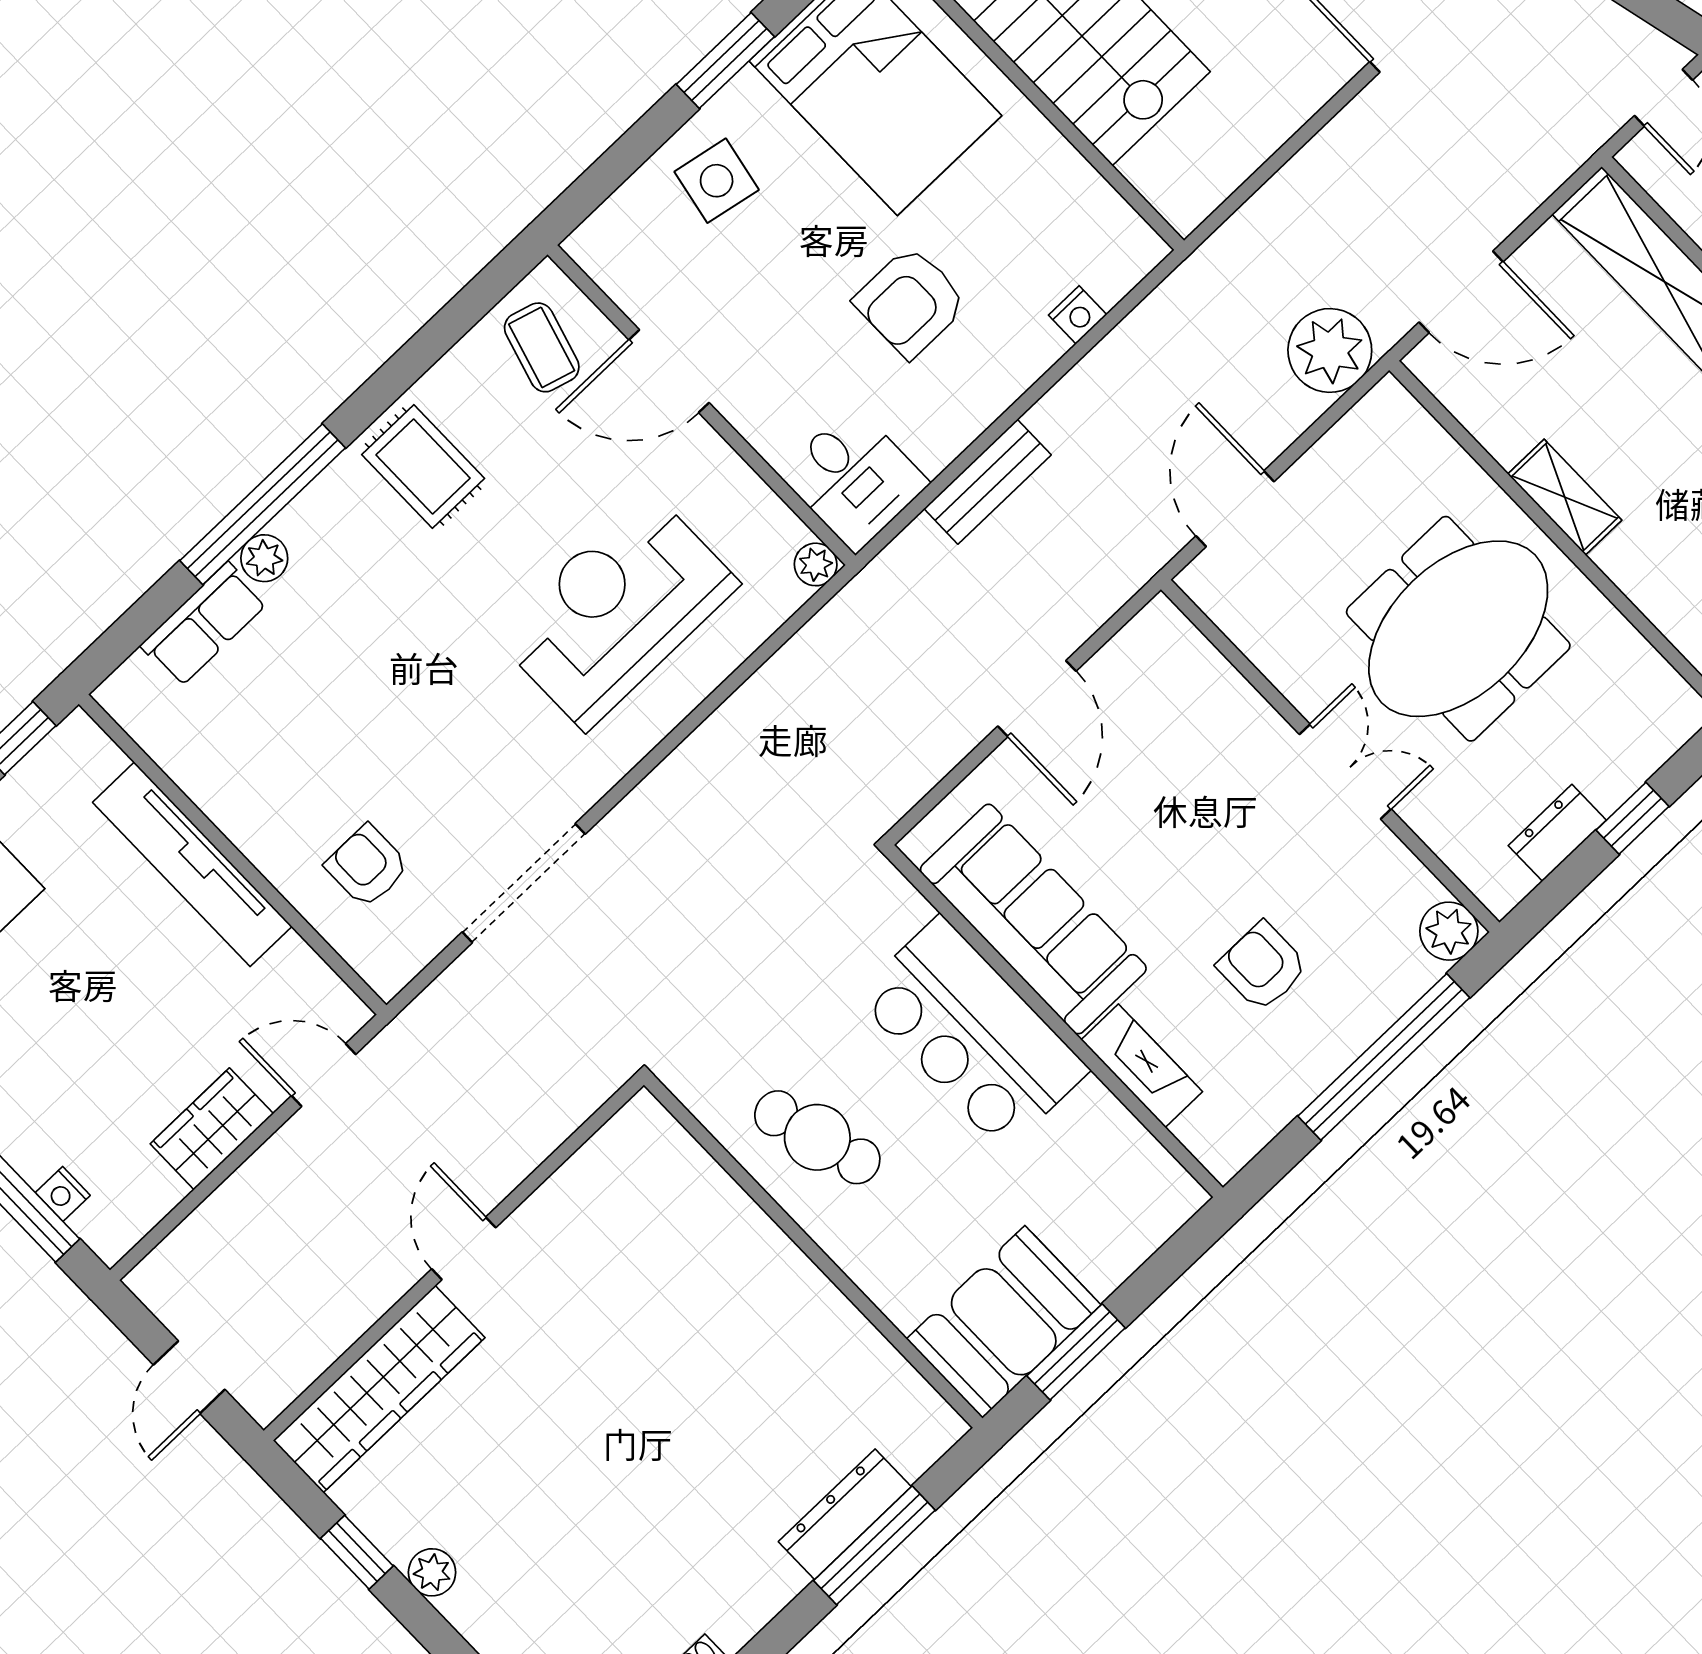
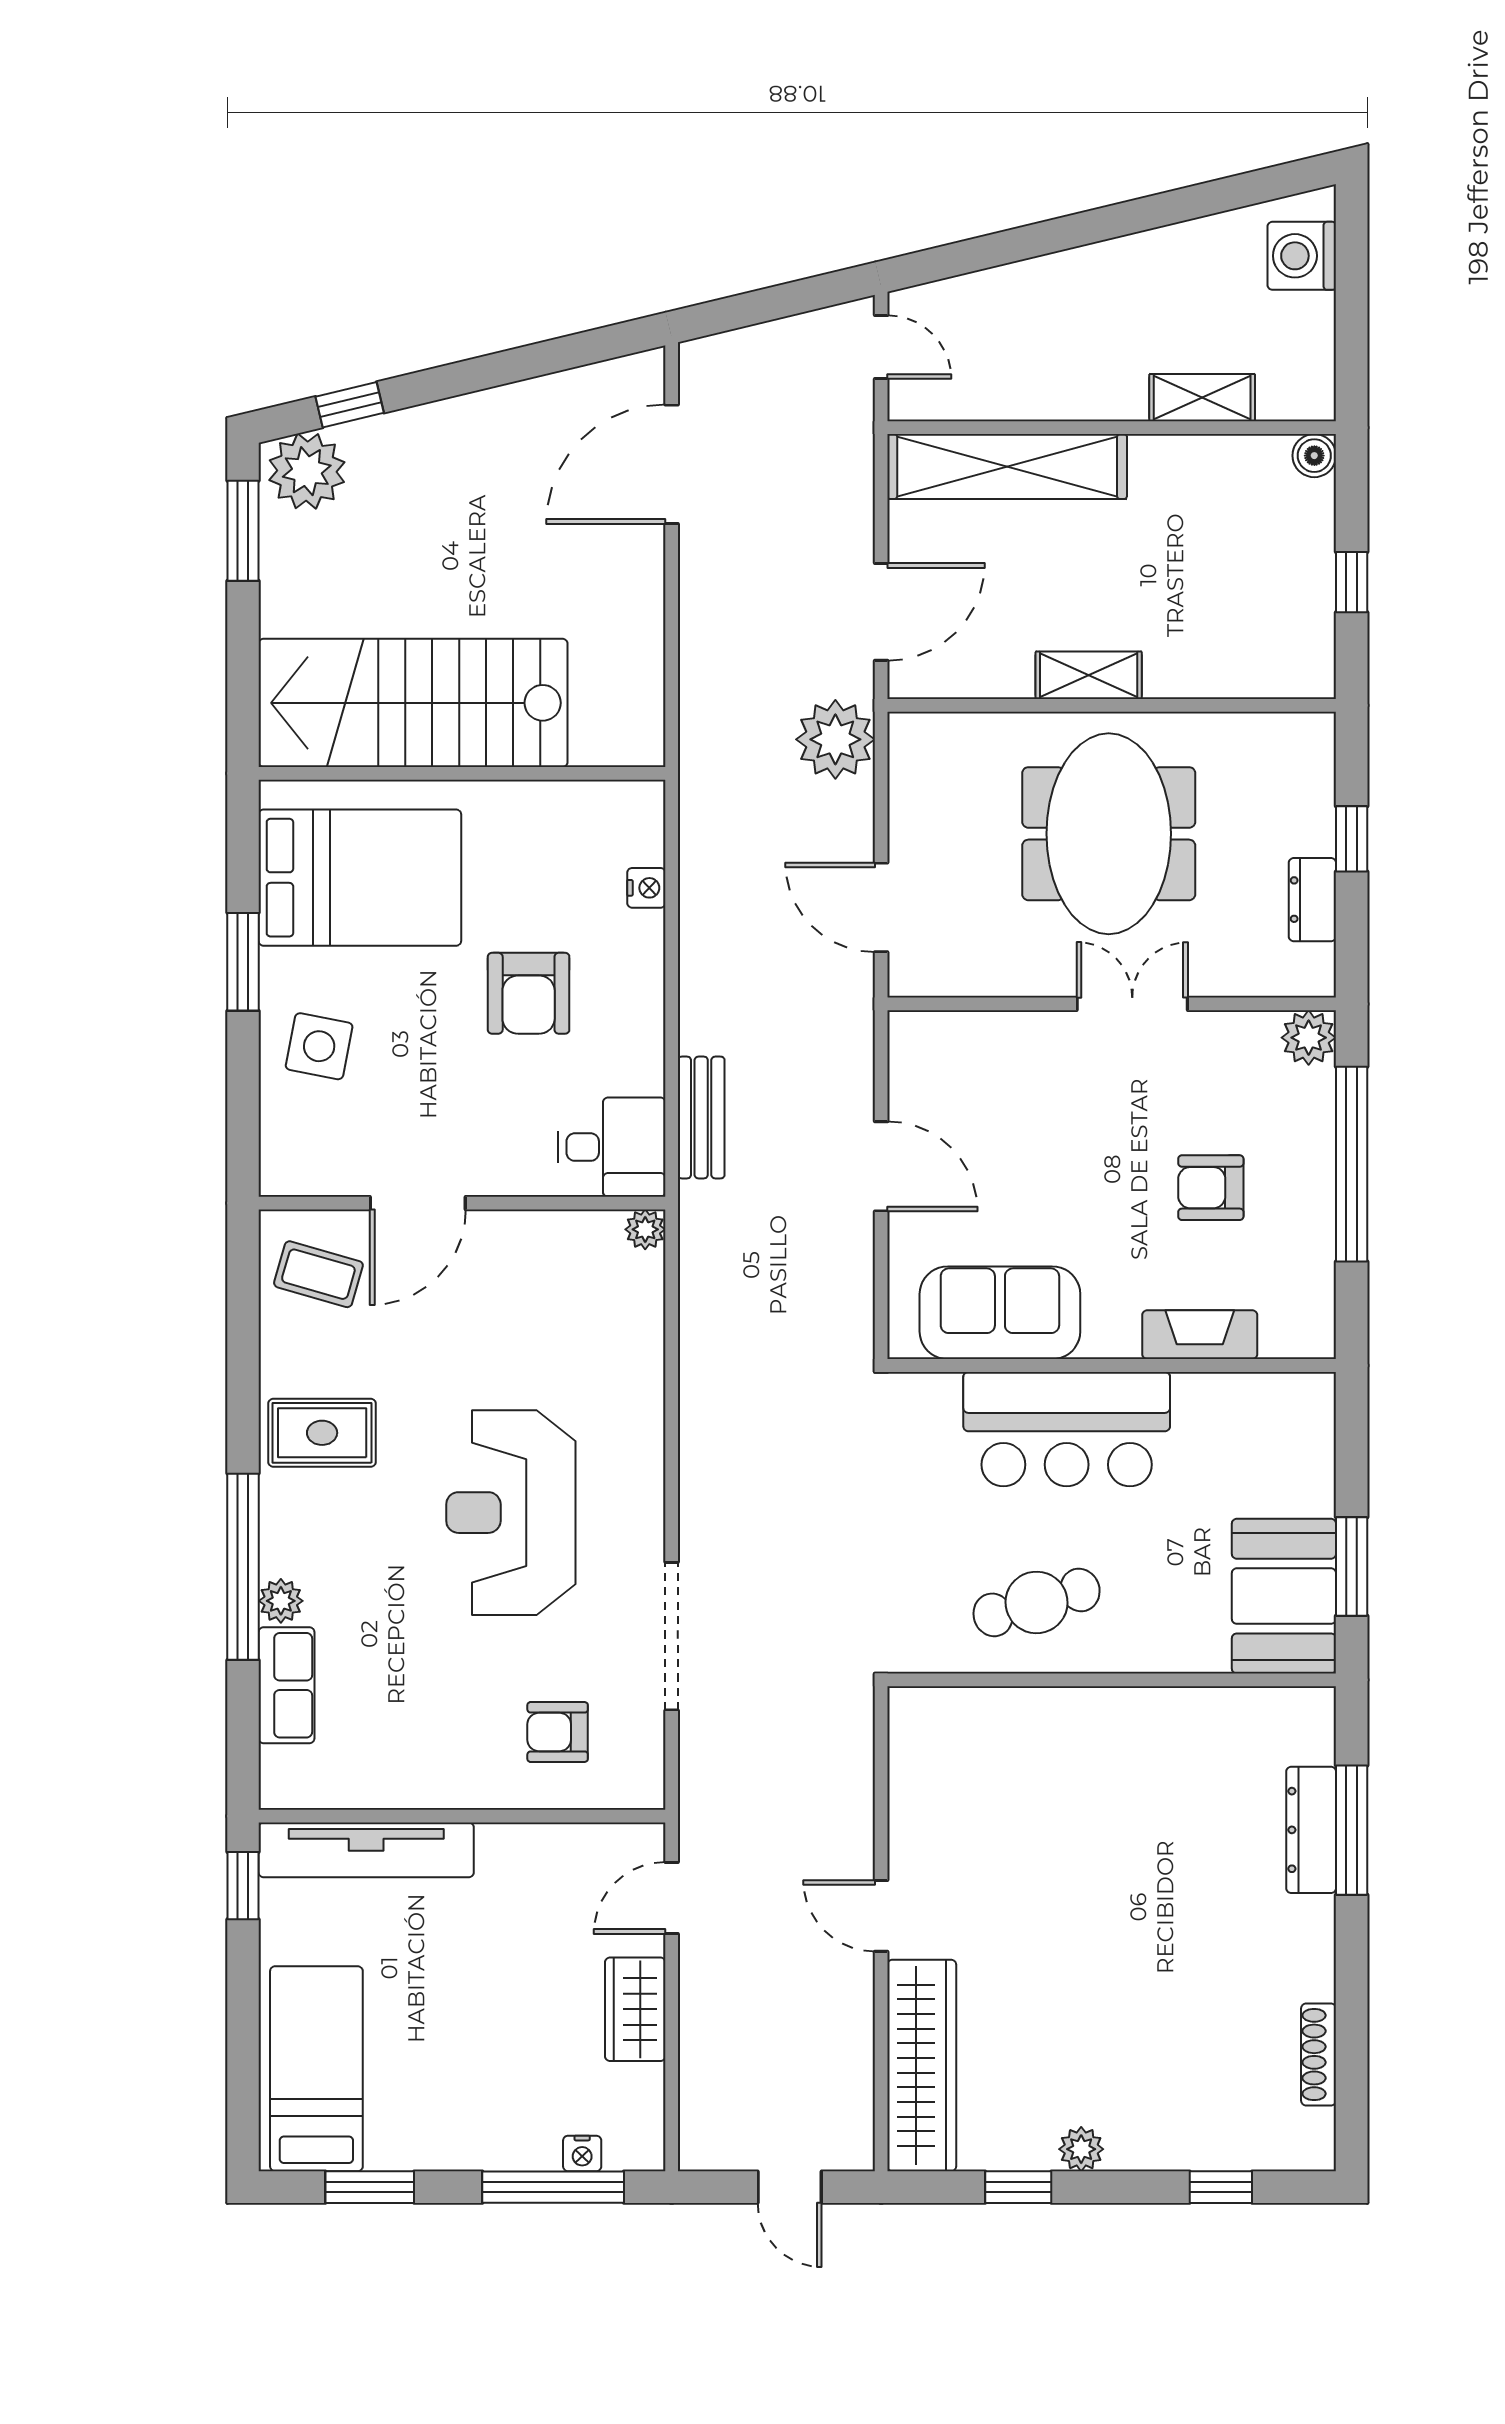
bench: (988, 482) -> (701, 1118), moved
reception desk: (617, 610) -> (511, 1513), moved
tv unit: (192, 864) -> (366, 1850), moved
sofa: (1033, 919) -> (1000, 1313), width x0.73

